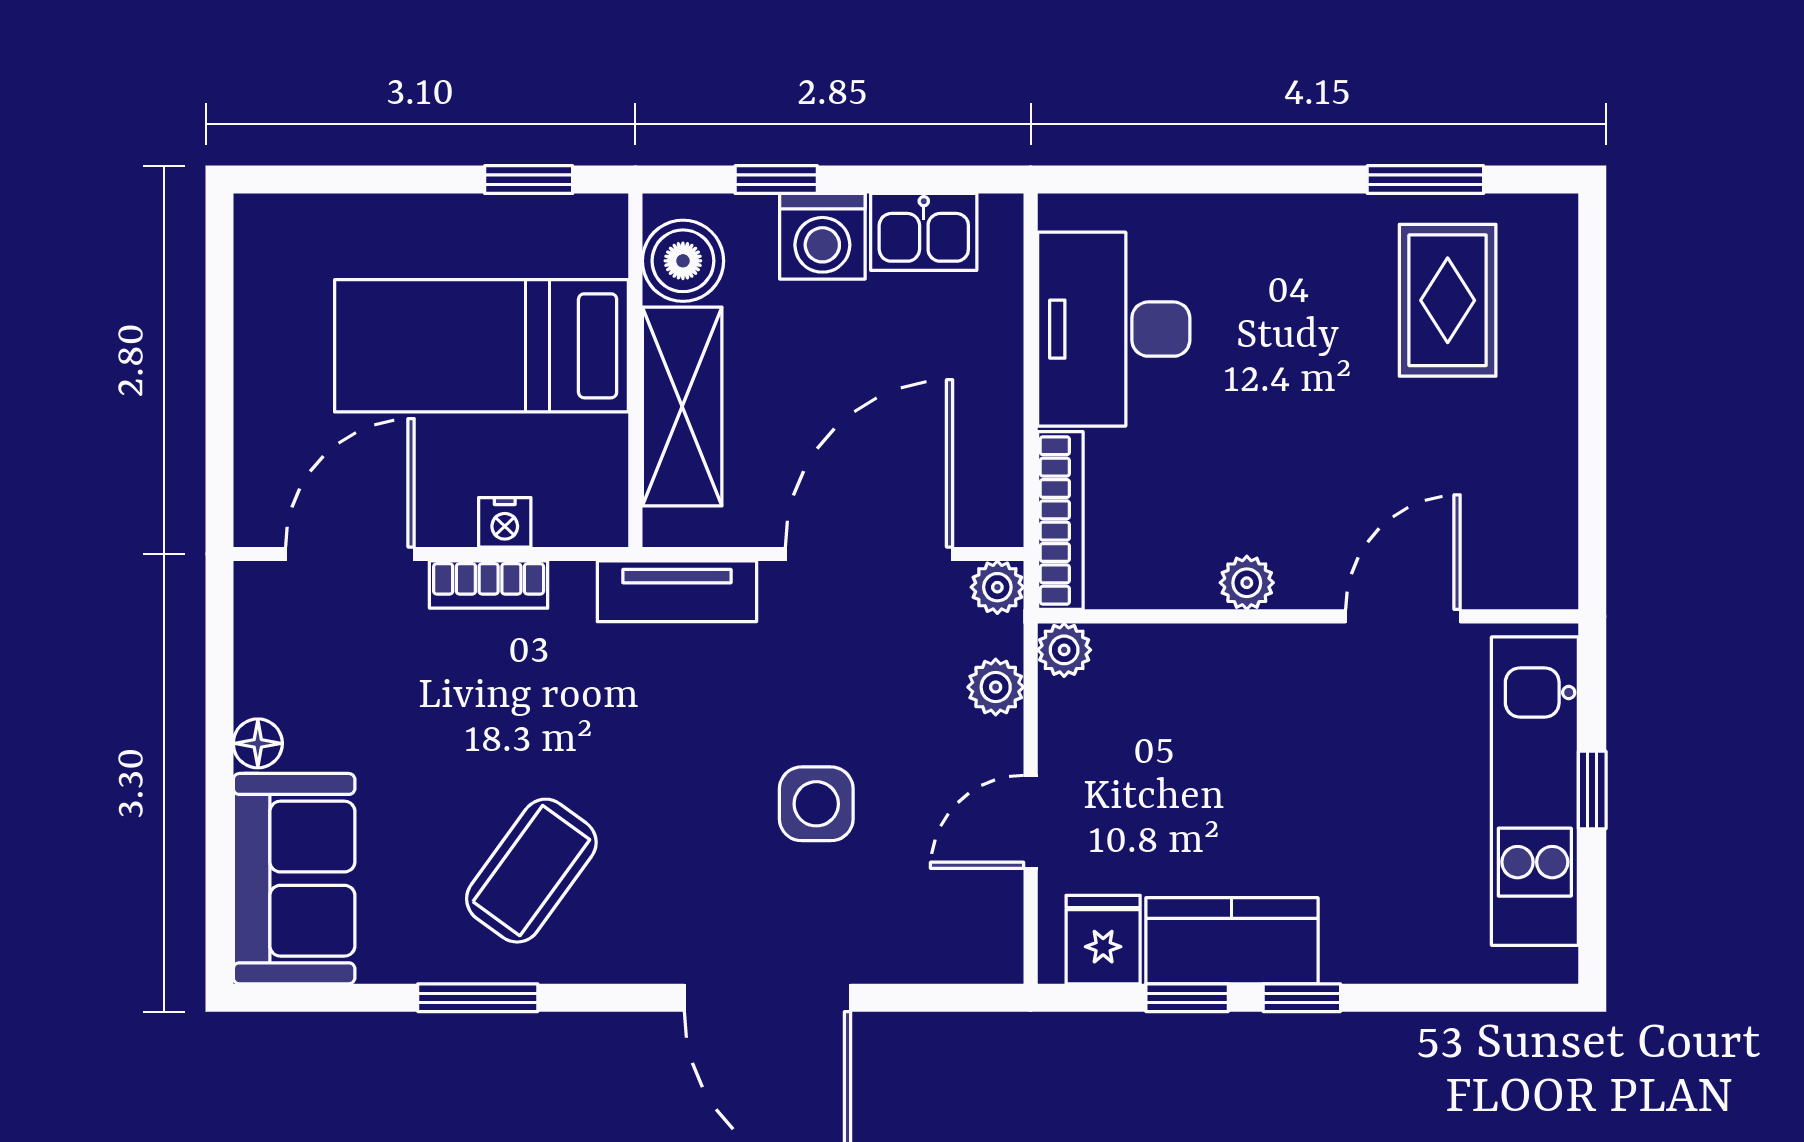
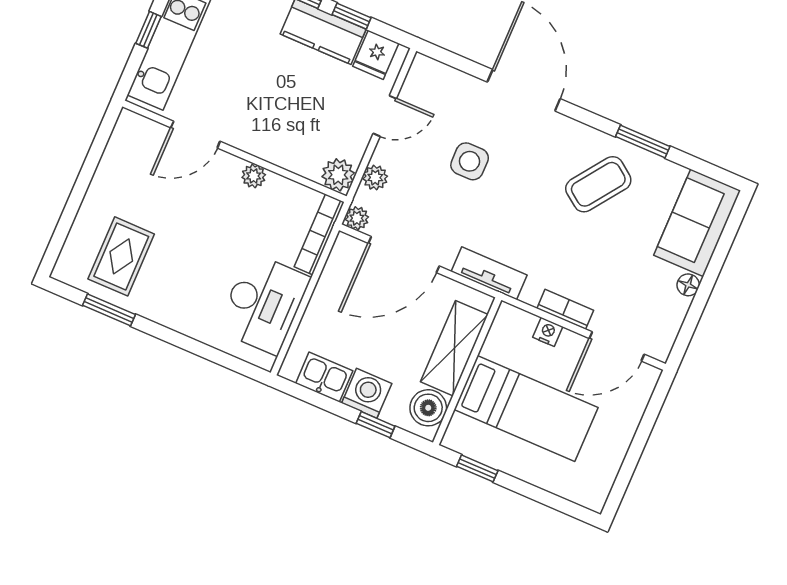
plant: (1064, 650) -> (338, 175), width x1.38, depth x1.38

